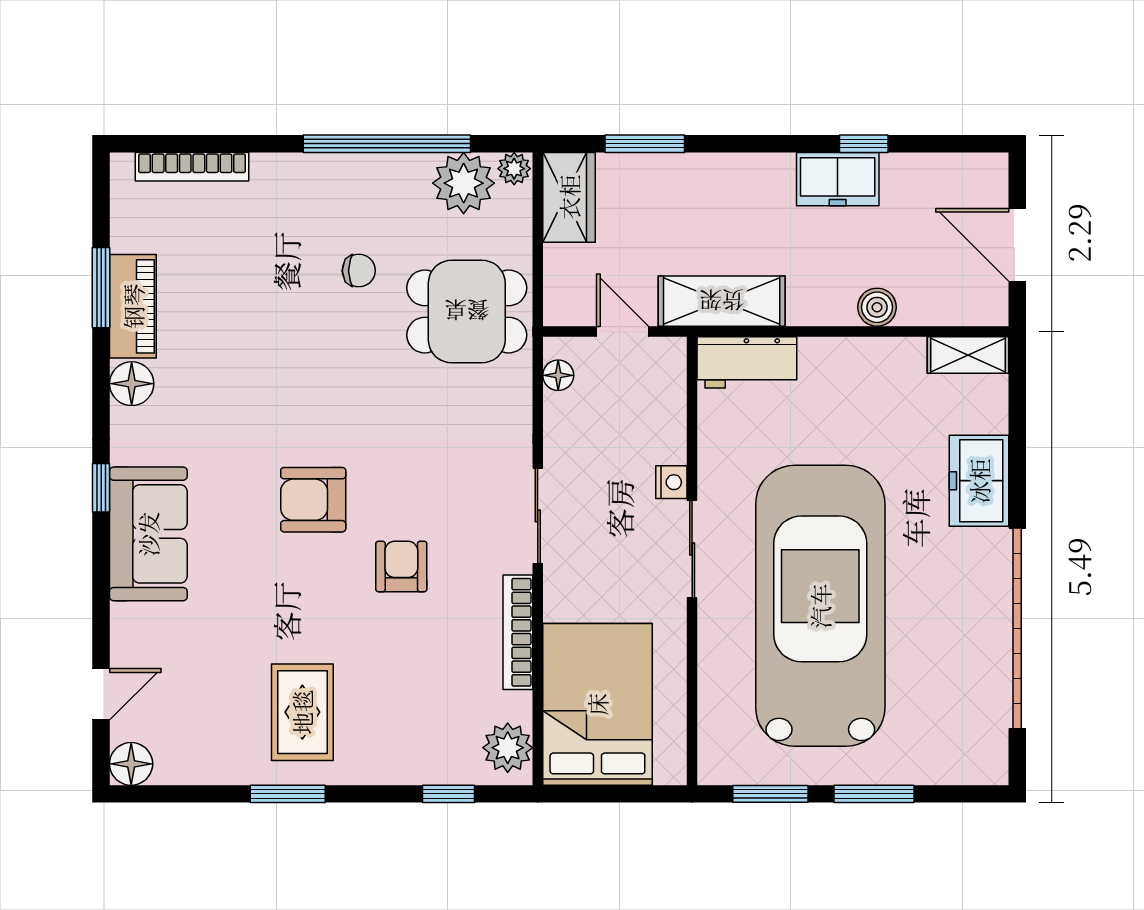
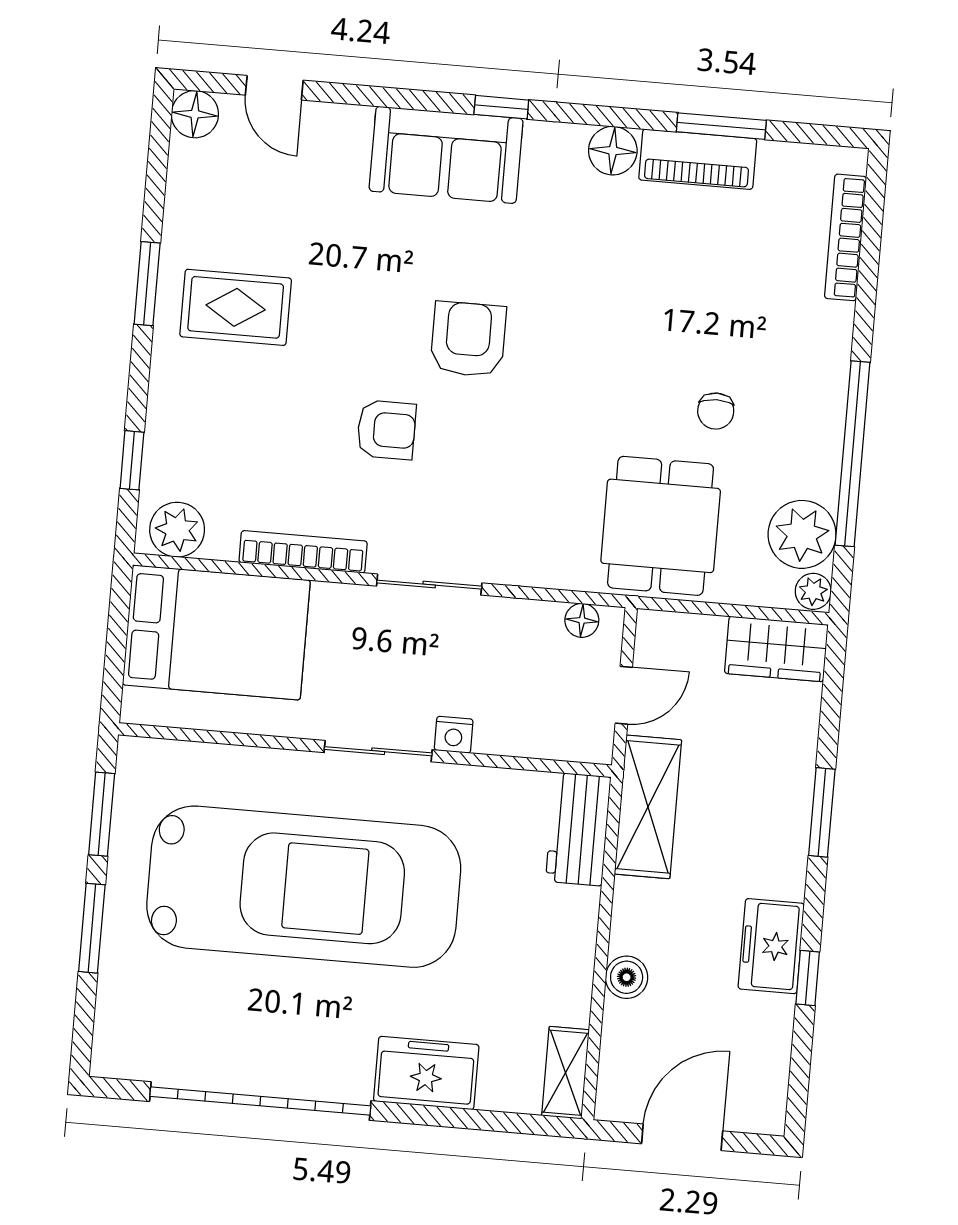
window: (645, 144) -> (822, 812), moved

